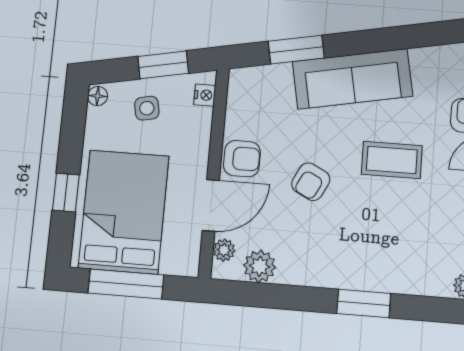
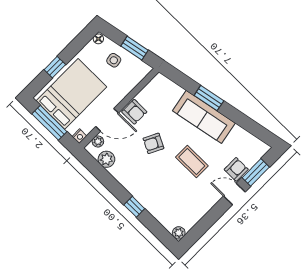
window: (296, 50) -> (209, 98), moved
nightstand: (205, 95) -> (79, 136), moved
window: (364, 303) -> (134, 207), width x0.67

